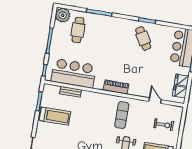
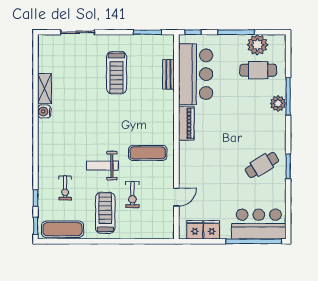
plant: (63, 15) -> (257, 45), moved
plant: (103, 20) -> (278, 103), added
piano: (116, 87) -> (186, 123), moved
treadmill: (55, 116) -> (116, 73), moved
exercise bike: (164, 125) -> (132, 195), moved

